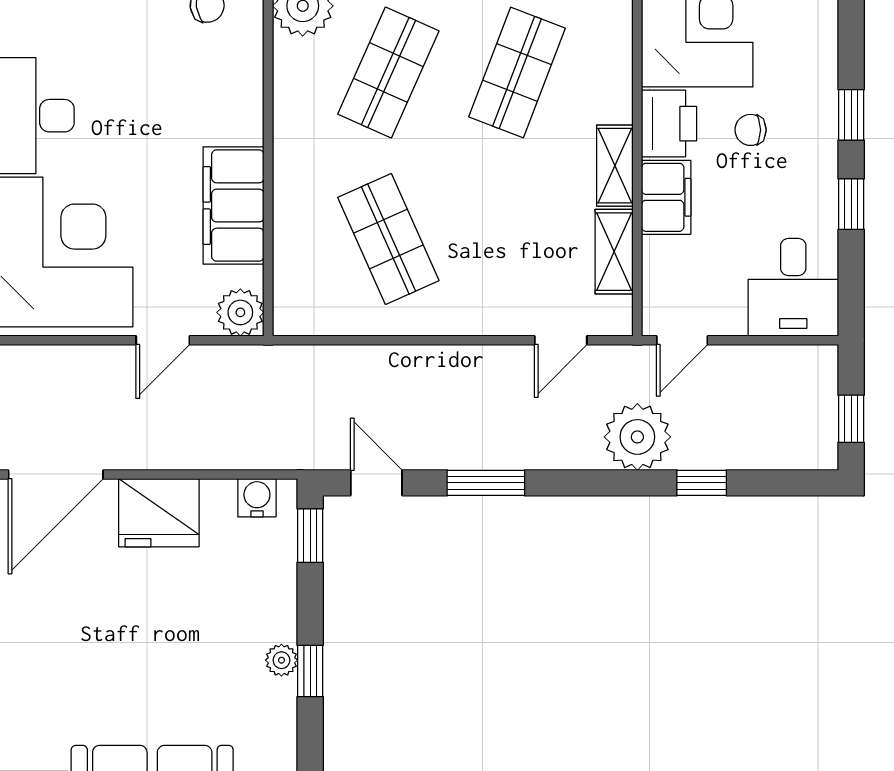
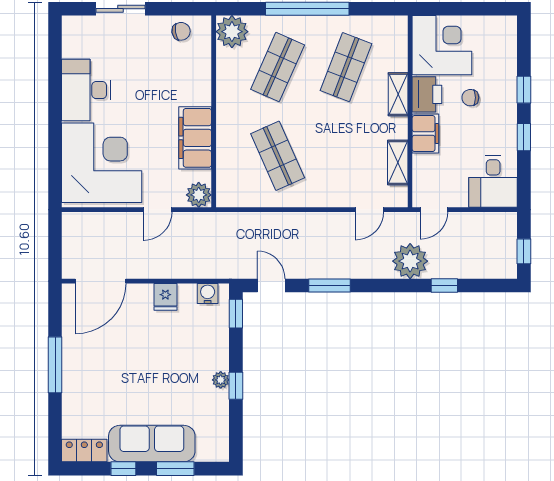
shelving: (615, 166) -> (398, 94), moved
fridge: (159, 513) -> (165, 297), width x0.53, depth x0.75

